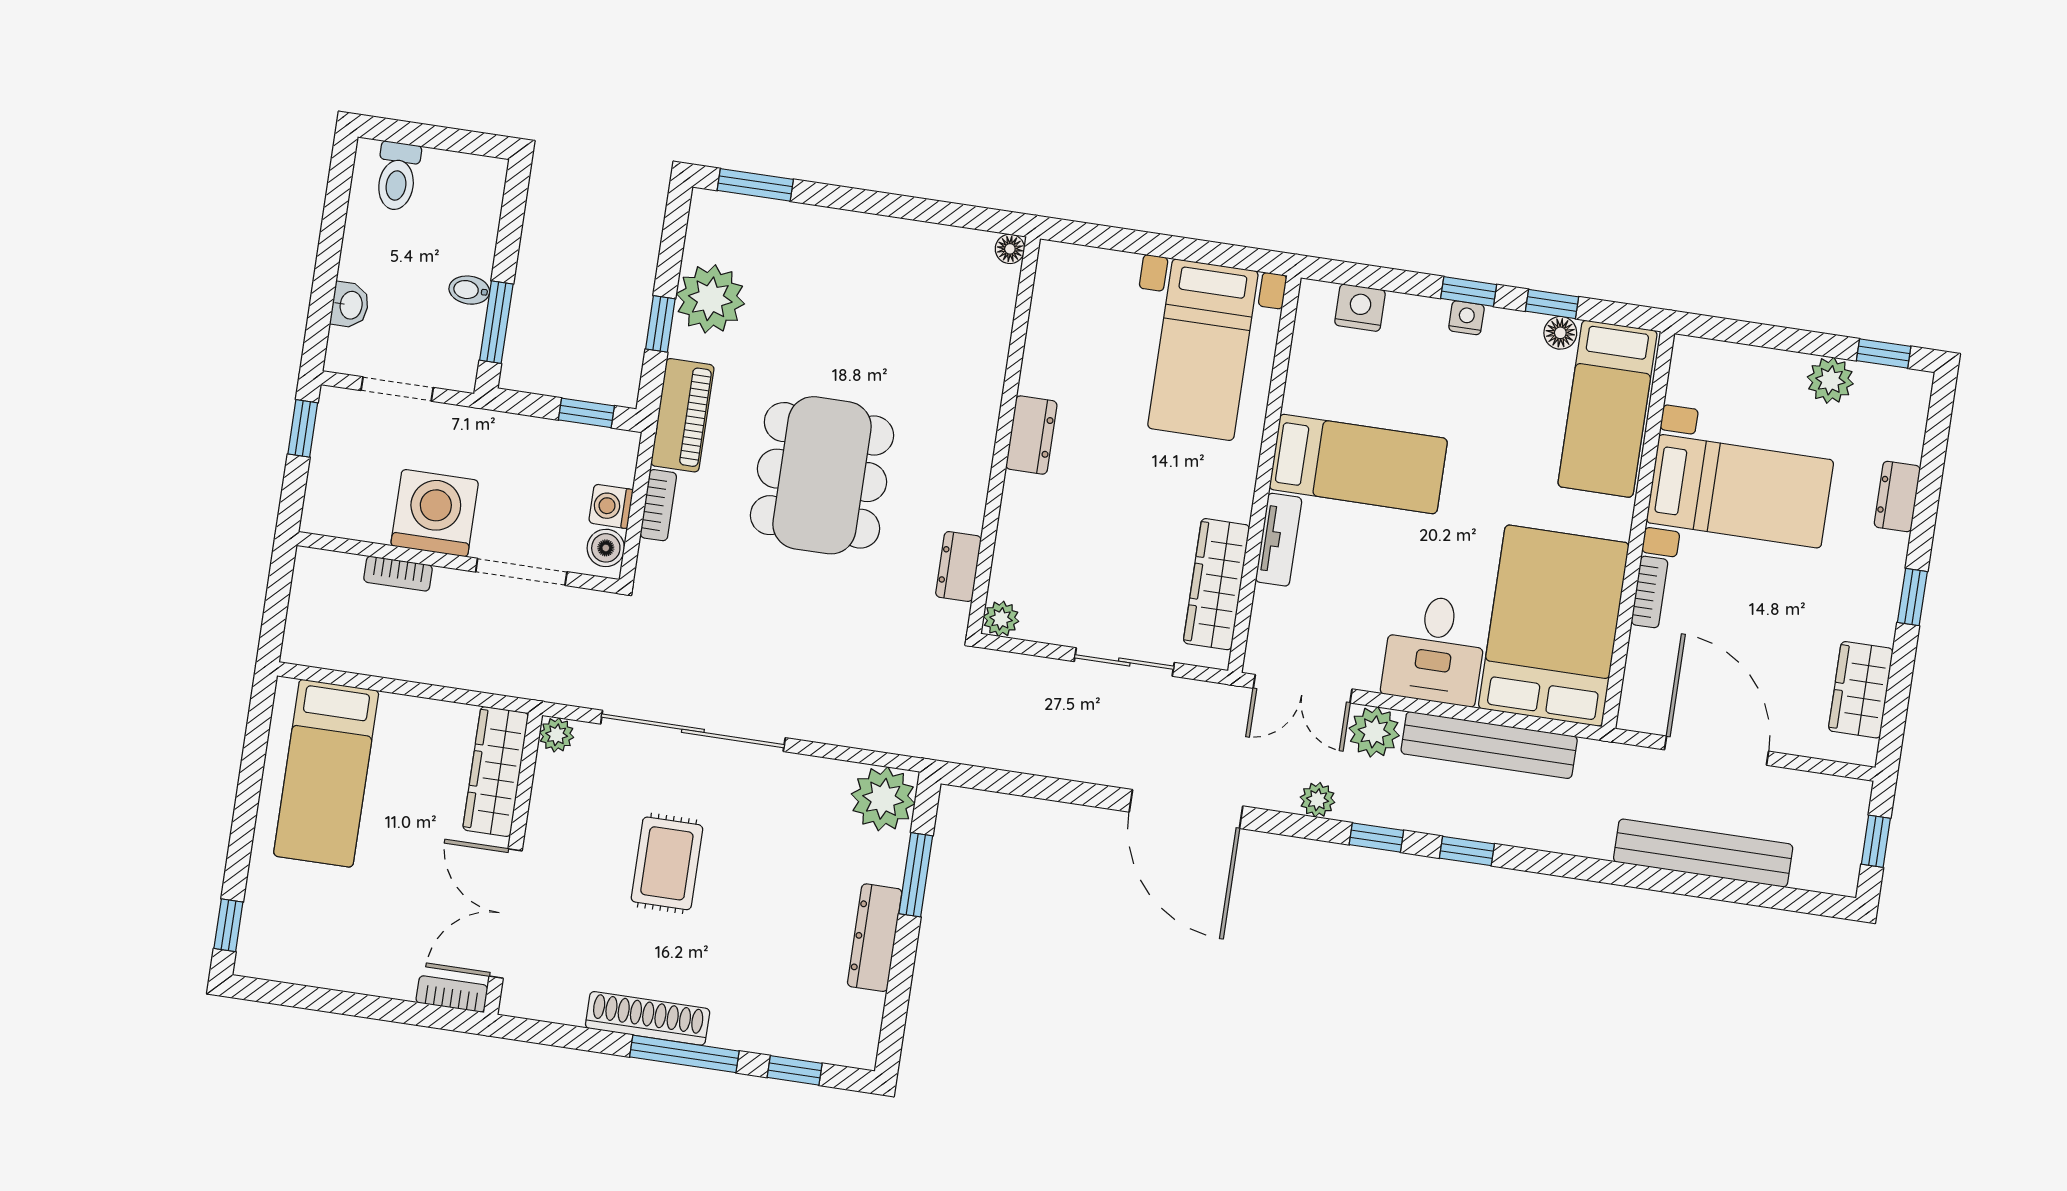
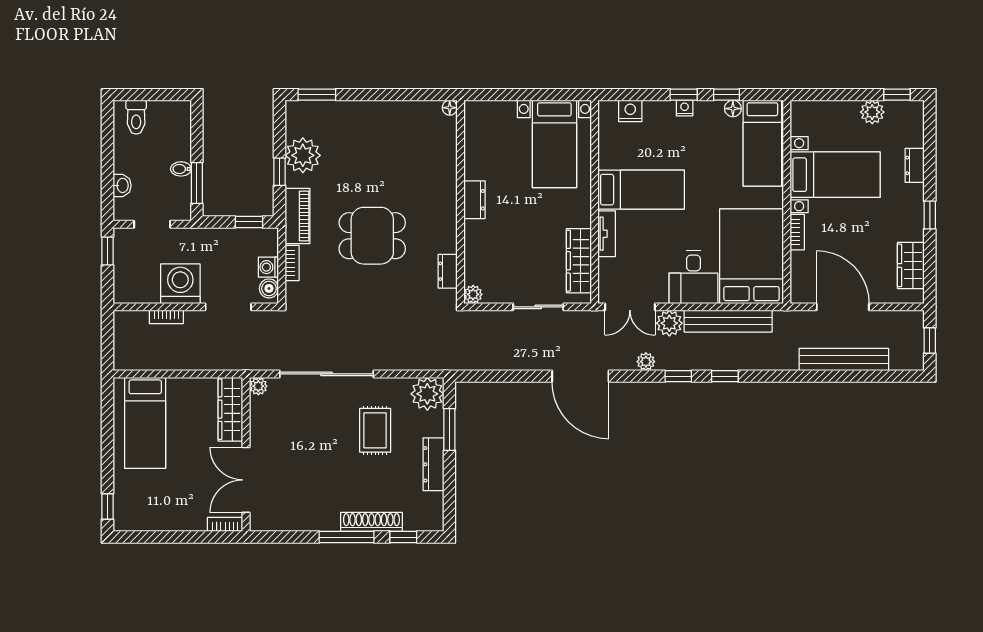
dining table: (822, 475) -> (372, 236), width x0.73
rug: (667, 863) -> (375, 430), moved
shoe rack: (648, 1018) -> (371, 522), moved

